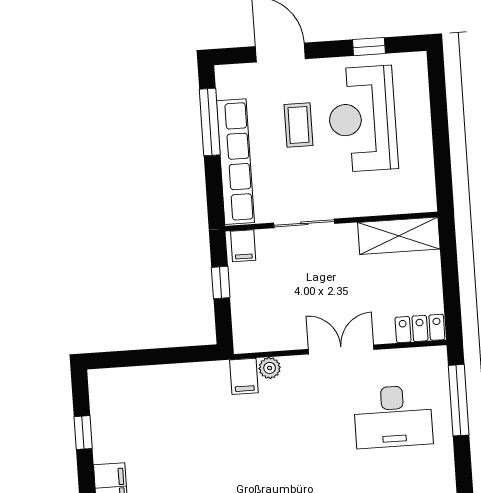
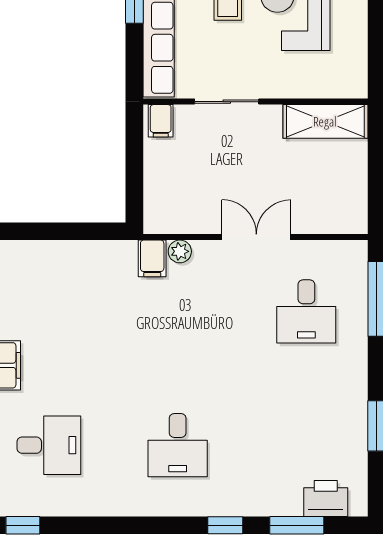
window: (221, 282) -> (134, 158), removed
locker: (420, 328) -> (341, 221), removed
desk: (393, 417) -> (306, 311), width x0.73

